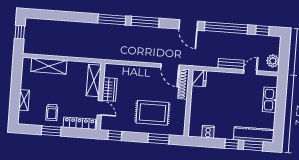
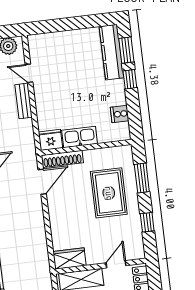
wardrobe: (110, 89) -> (69, 258), moved
kitchen sink: (270, 100) -> (80, 137), moved, turned 180
window: (115, 136) -> (147, 222), moved

